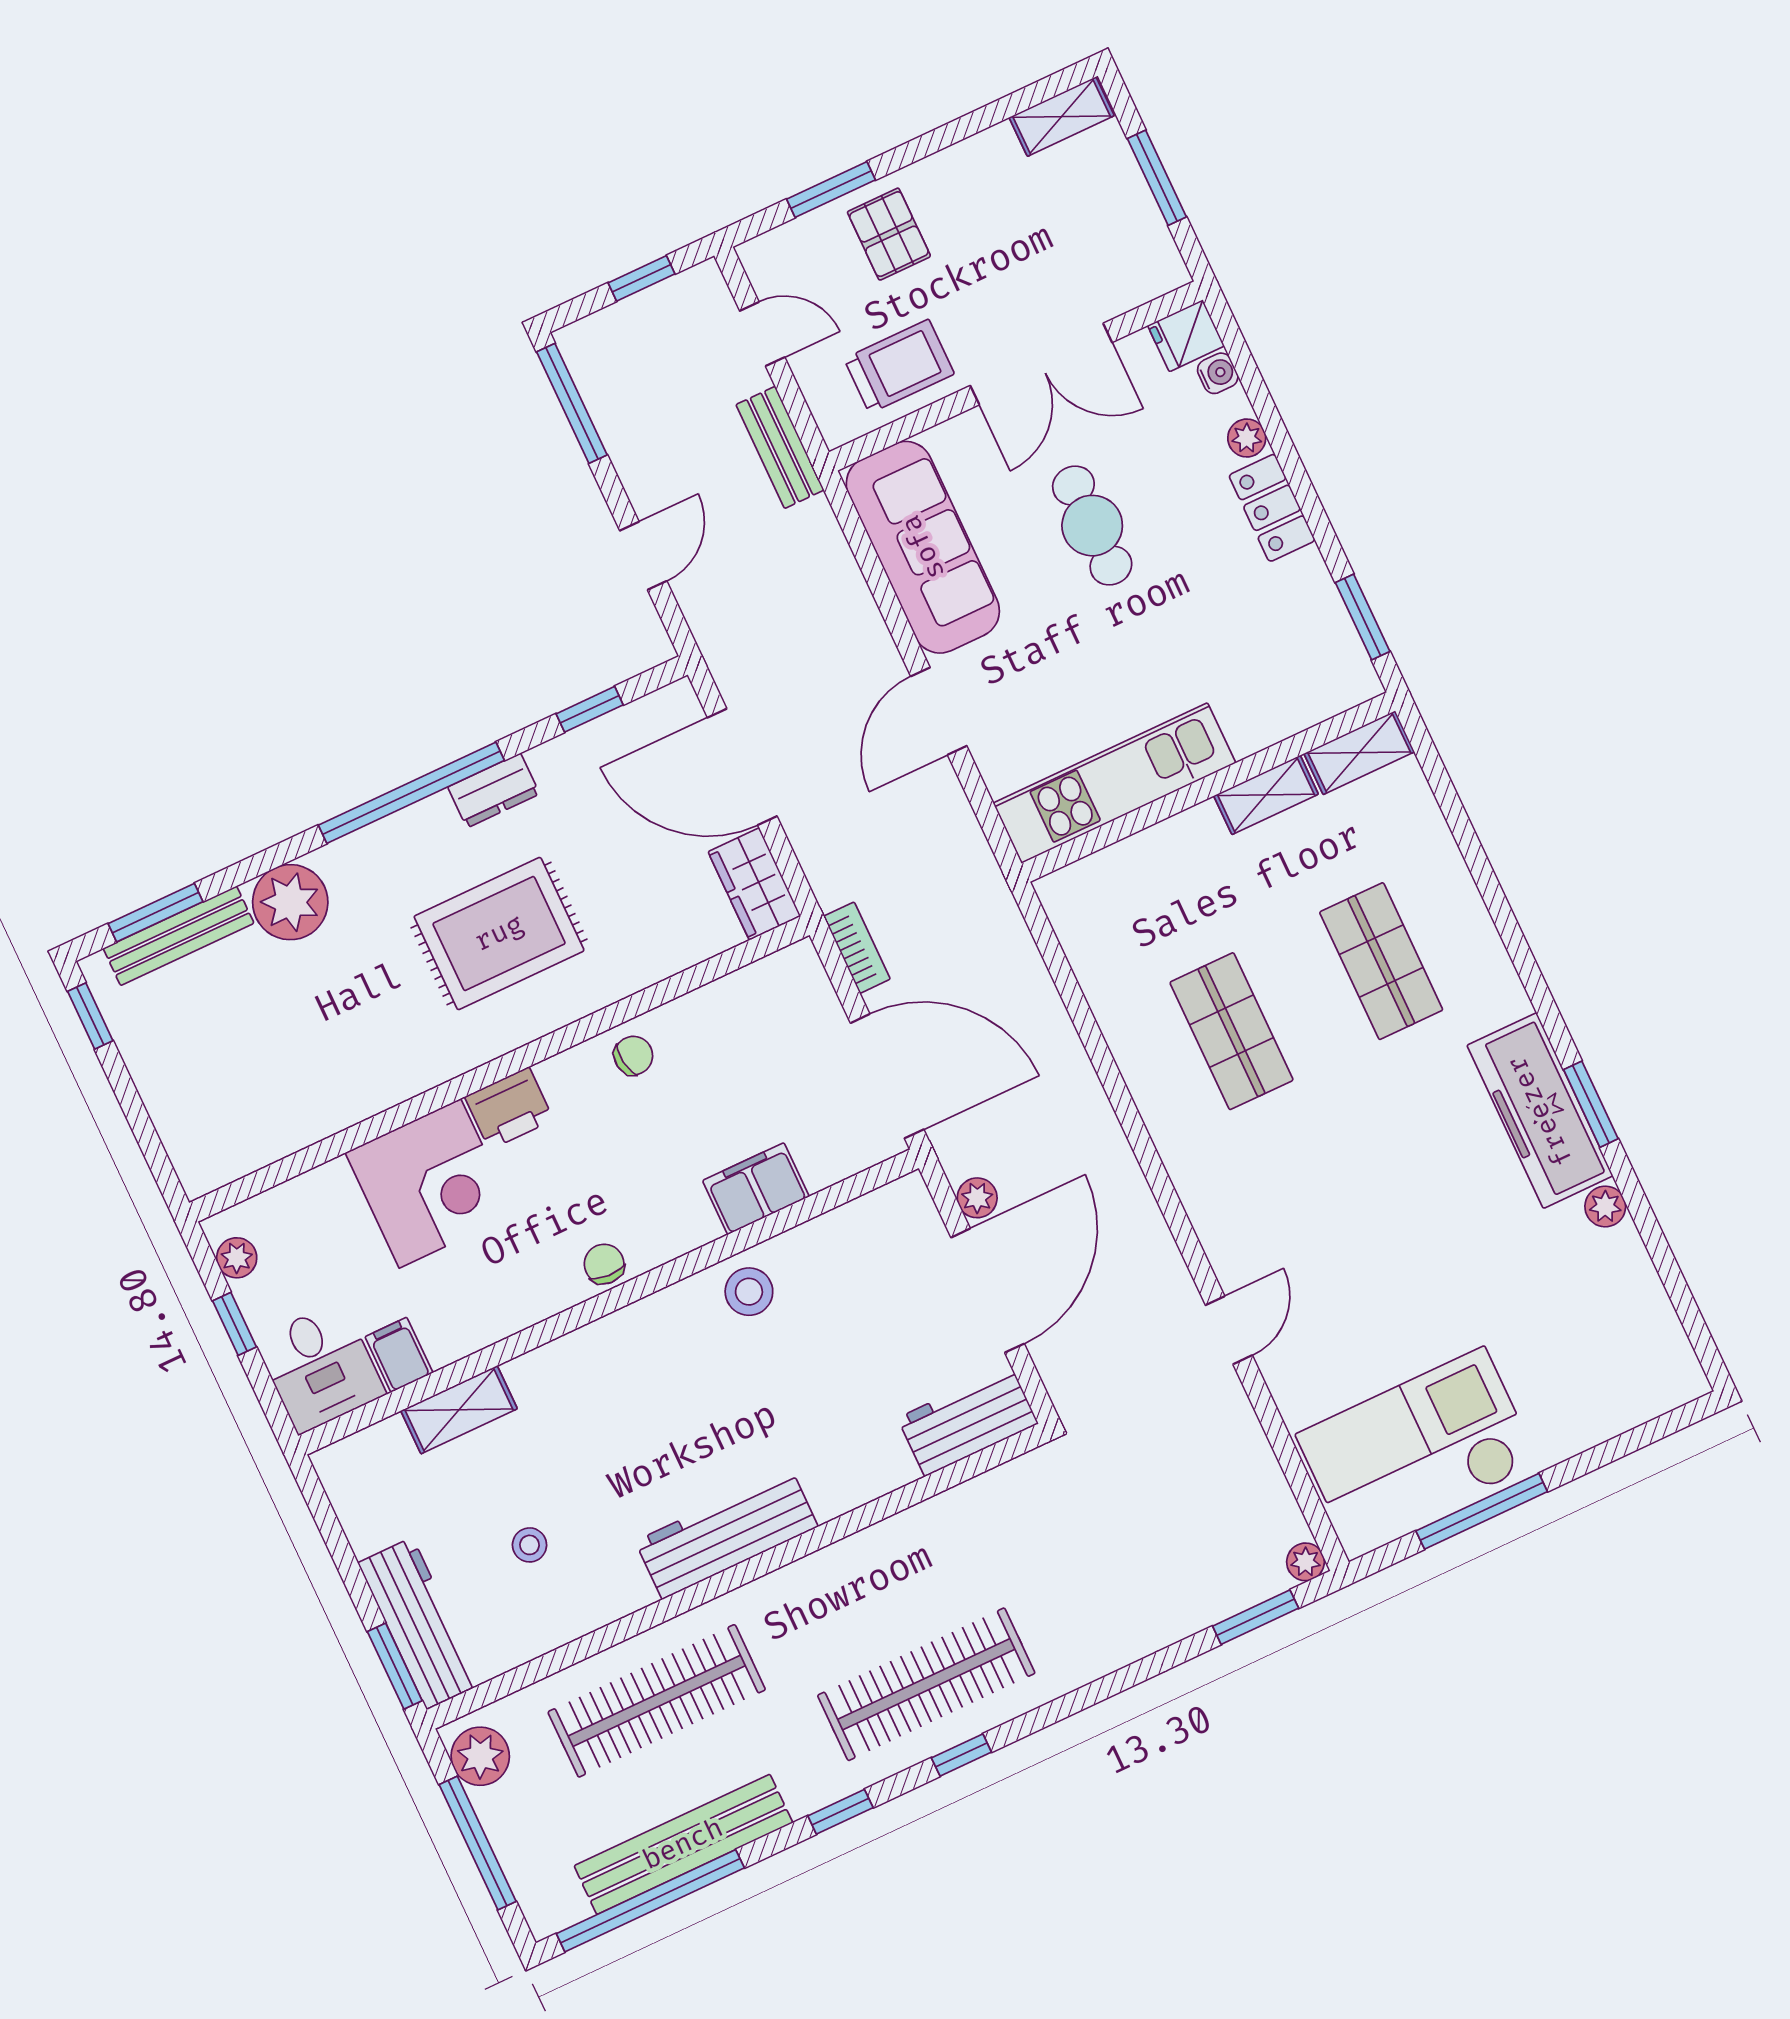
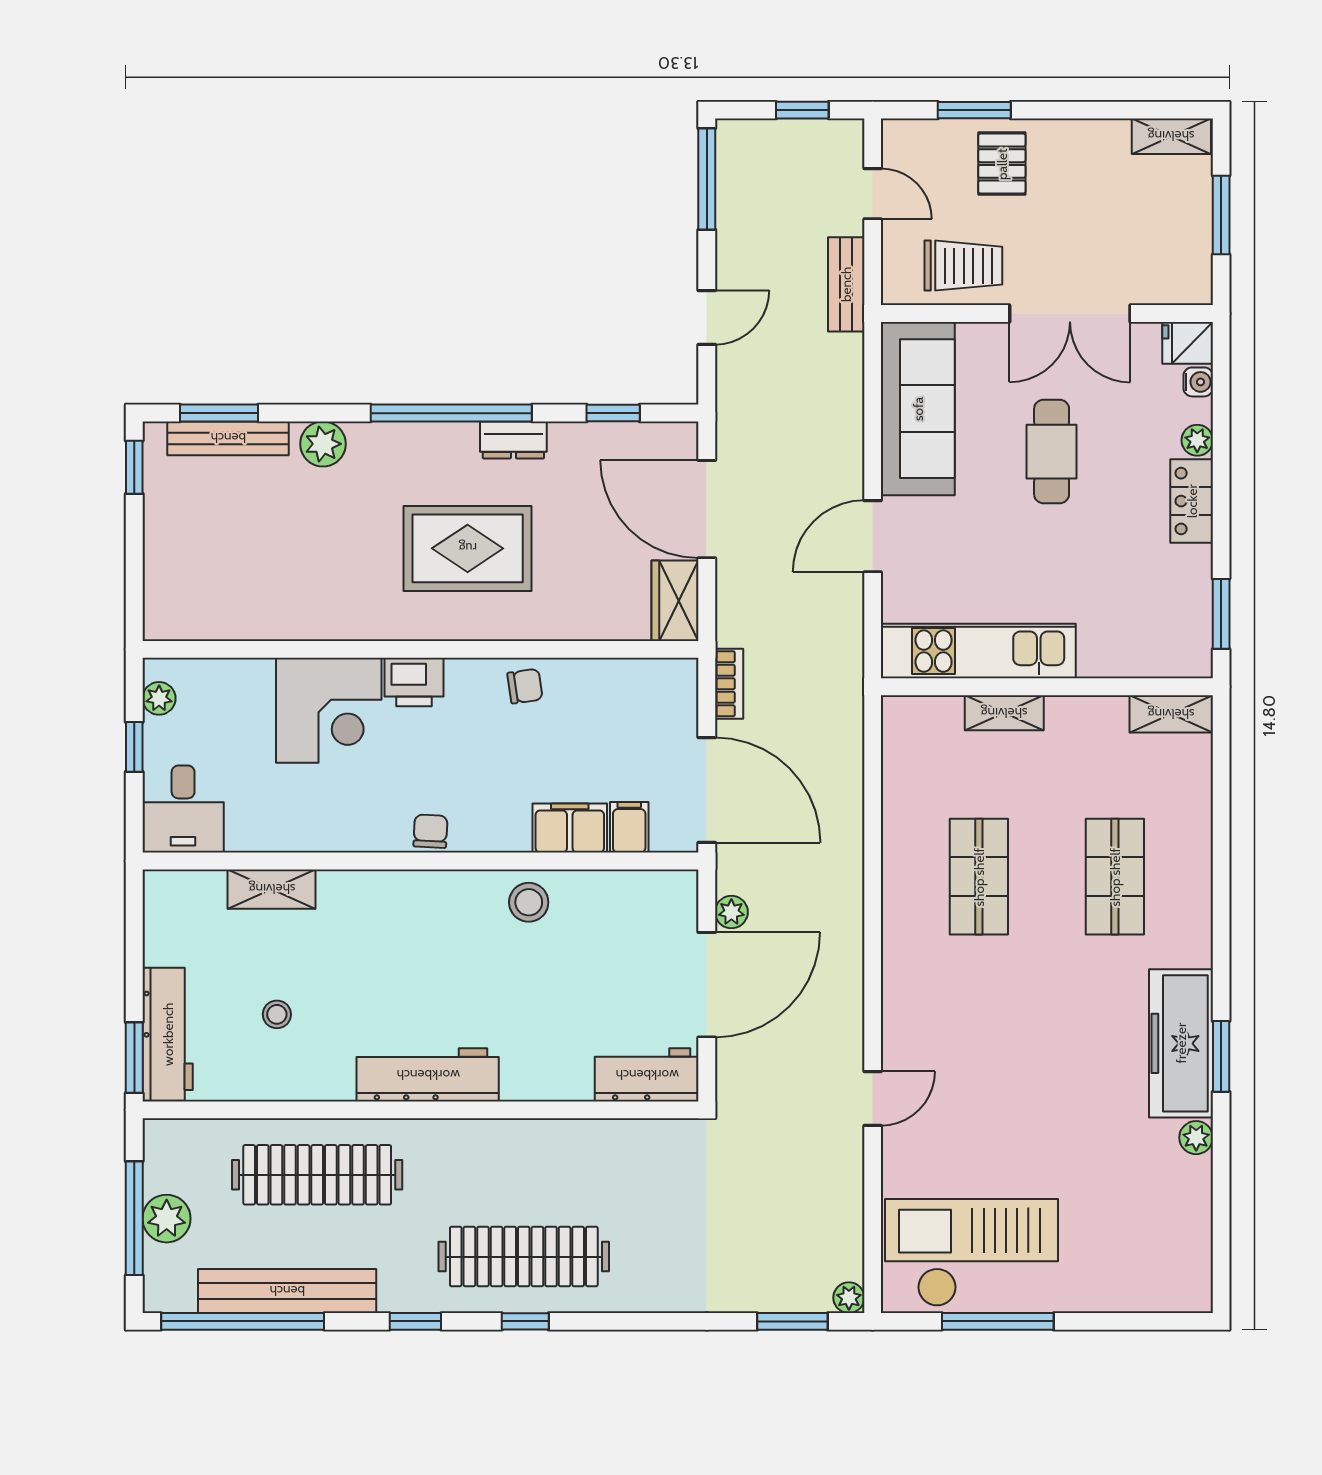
shelving: (1266, 795) -> (1004, 713), moved
plant: (290, 902) -> (323, 444), width x0.73, depth x0.73
filing cabinet: (399, 1355) -> (629, 827), moved
plant: (480, 1756) -> (167, 1219), moved

